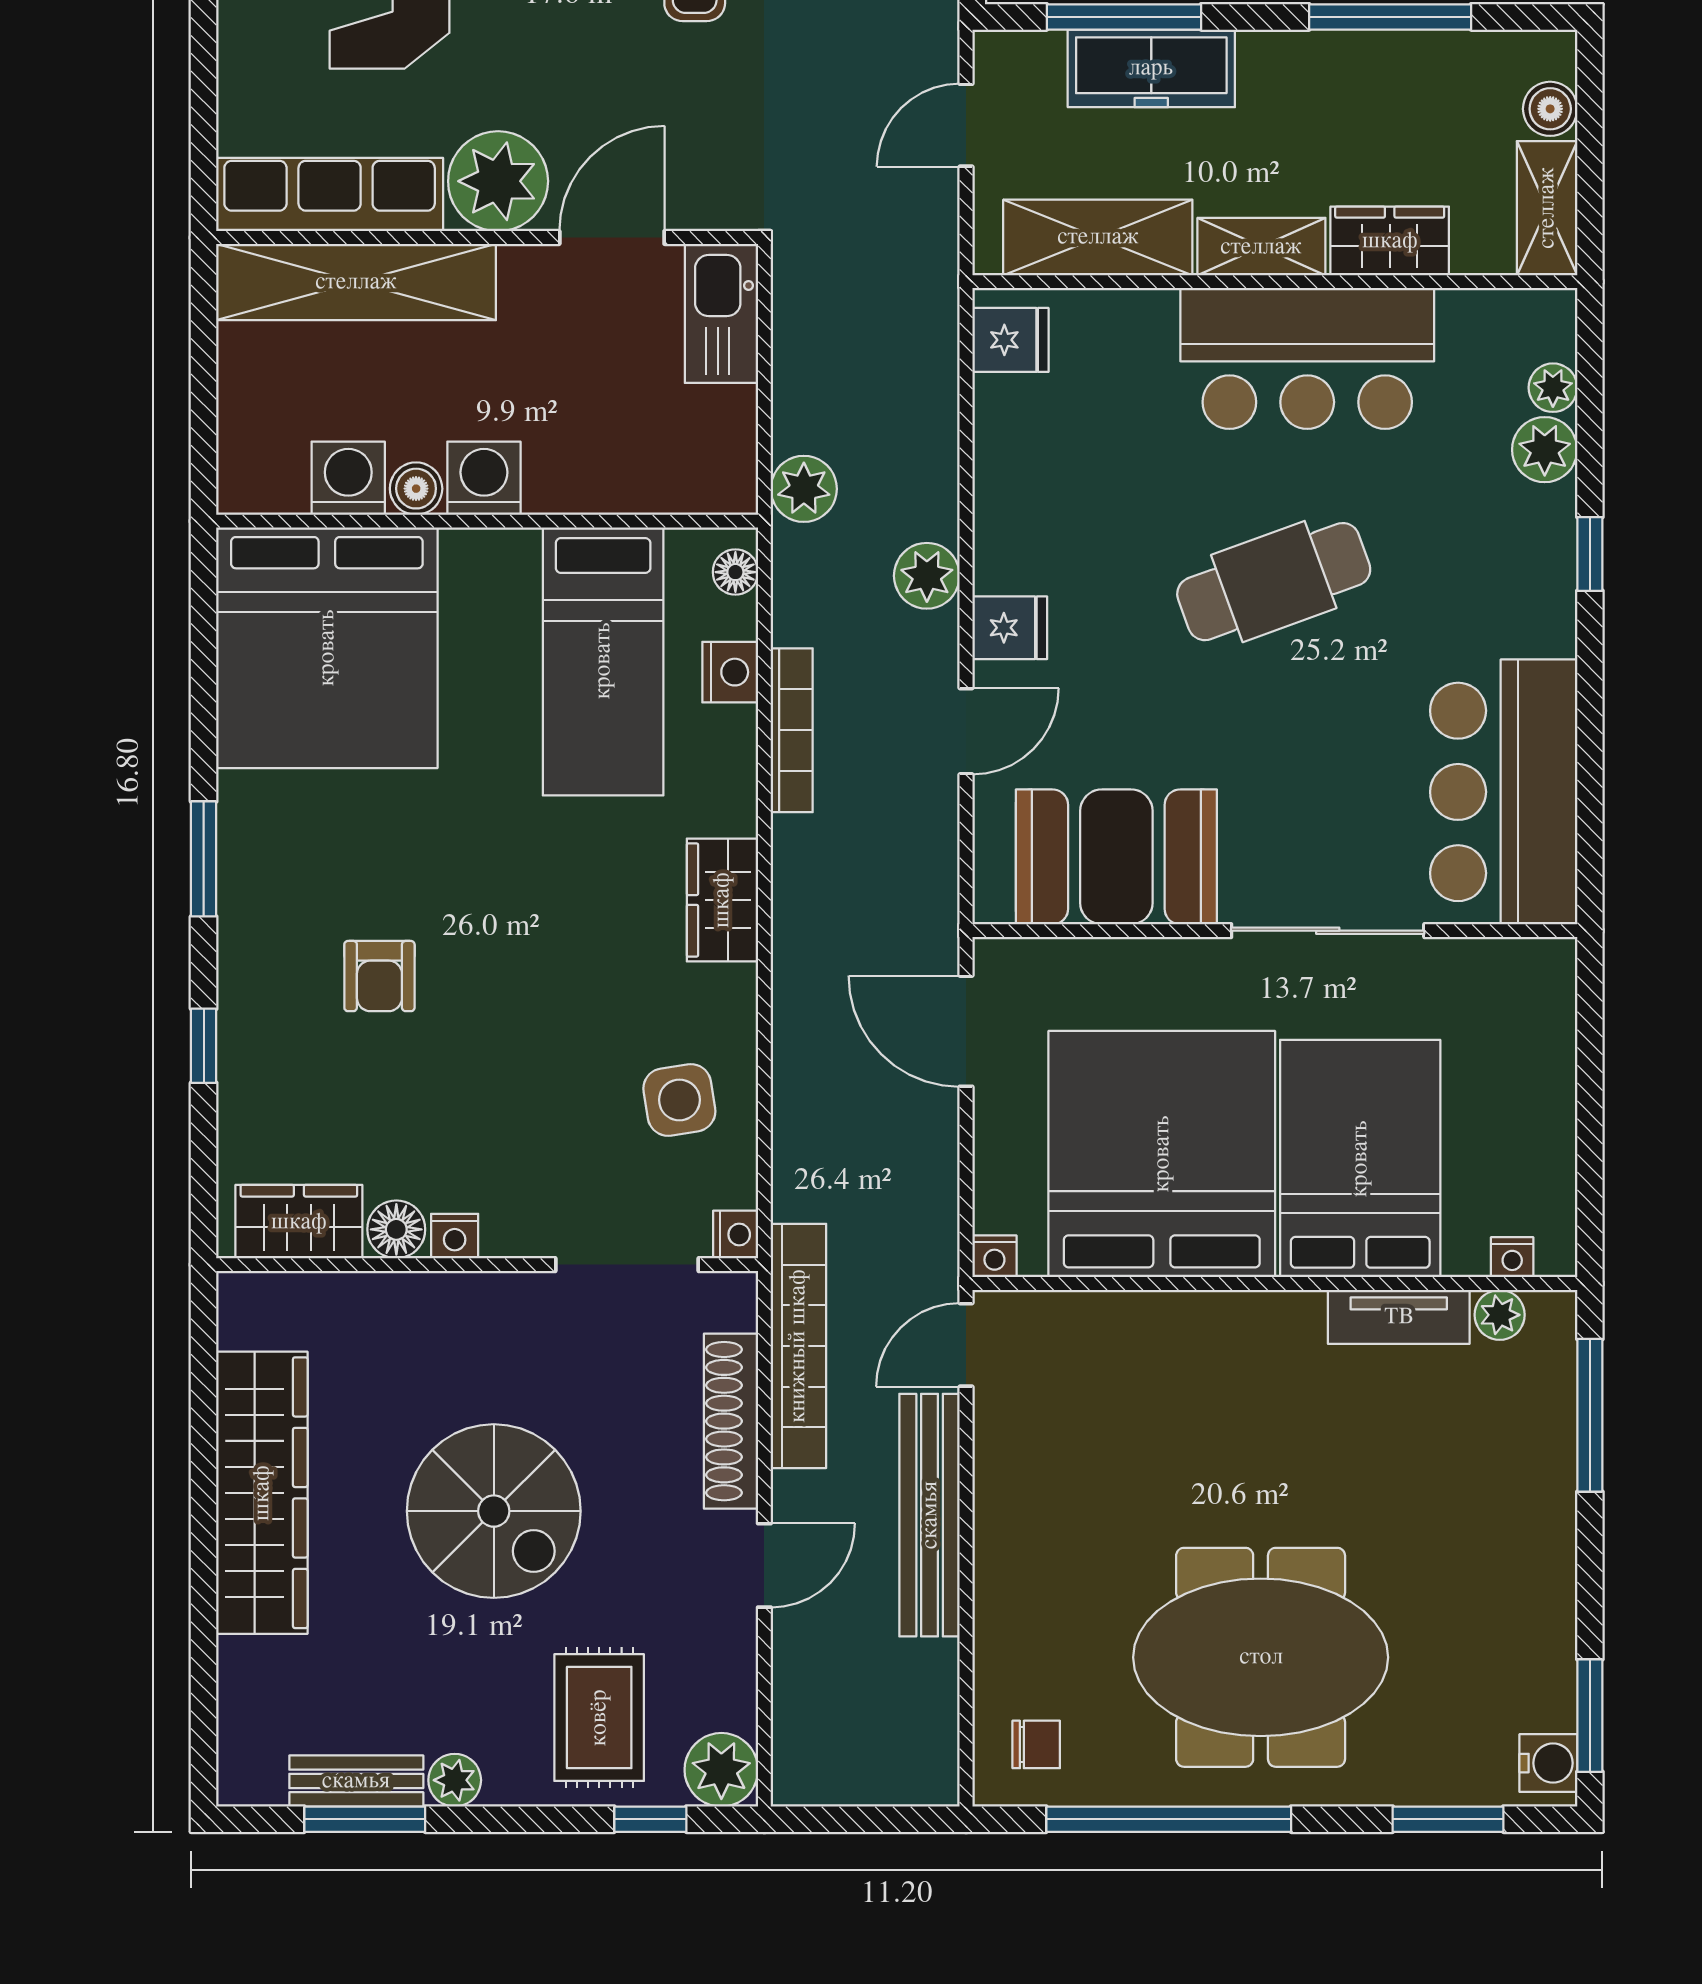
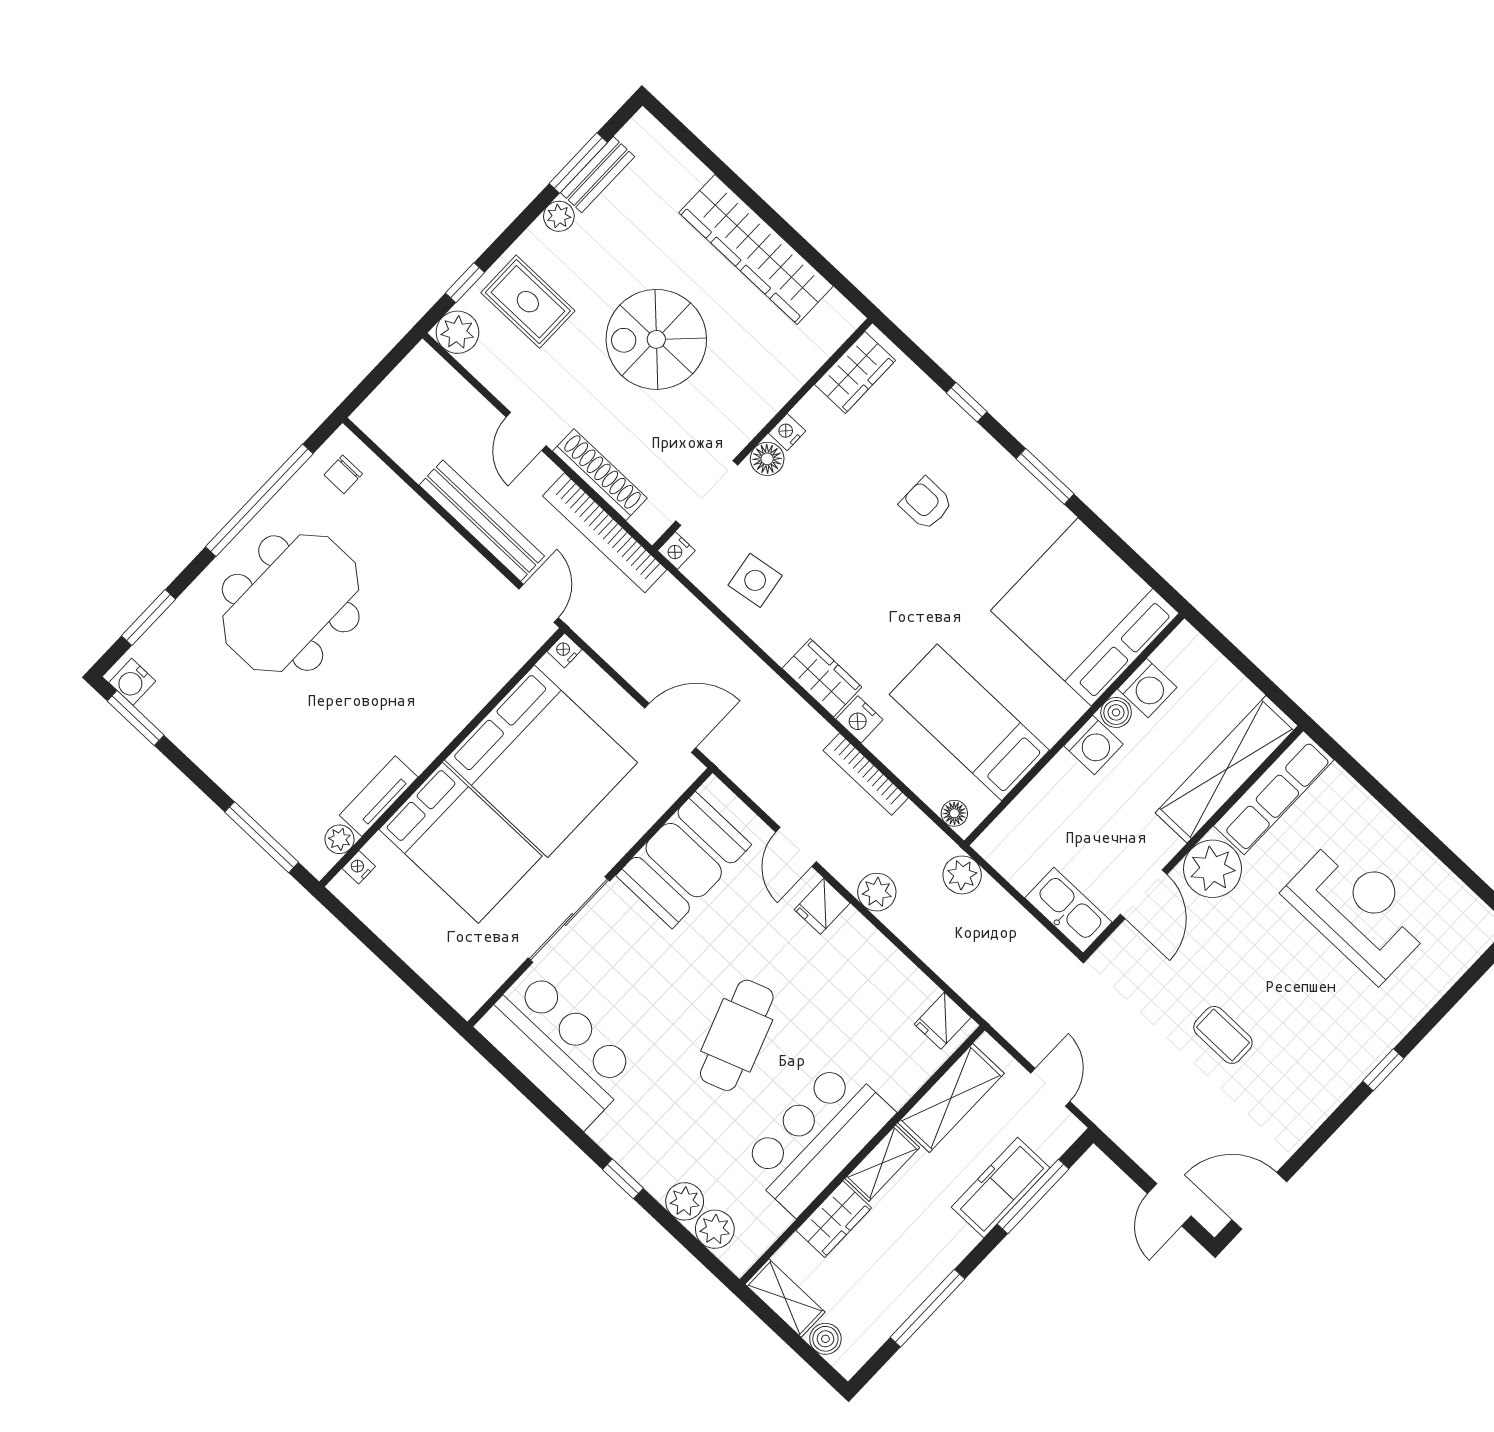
plant: (1553, 388) -> (715, 1229), width x1.38, depth x1.38
nightstand: (730, 672) -> (859, 719), moved
floor lamp: (396, 1229) -> (767, 459), moved

